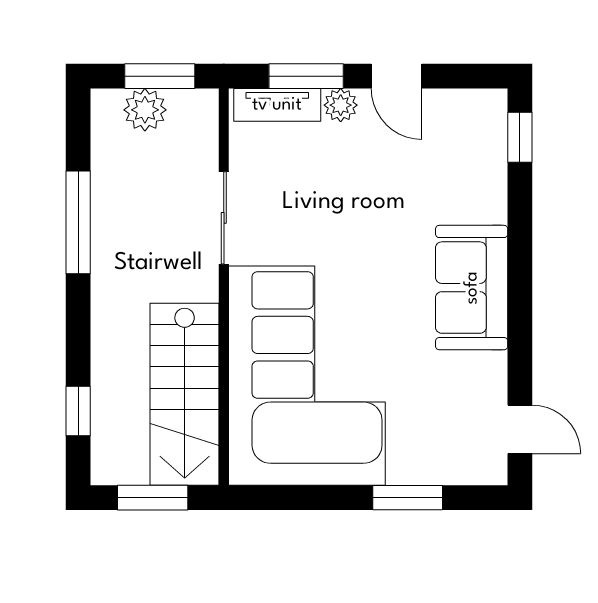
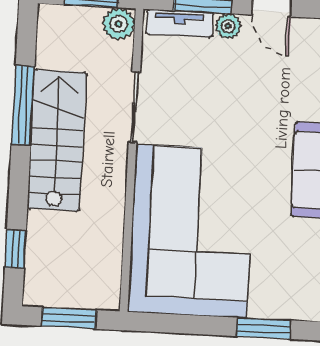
plant: (145, 110) -> (119, 24), moved
stairs: (185, 394) -> (57, 140), moved, turned 180

